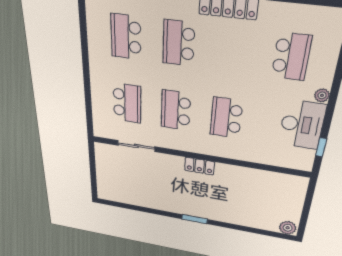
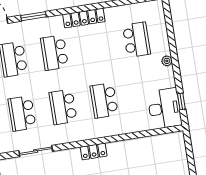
school desk: (127, 103) -> (22, 113), turned 180
desk: (302, 125) -> (164, 108), moved

